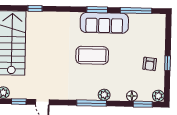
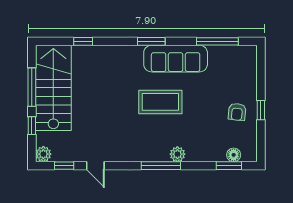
window: (97, 10) -> (151, 41), moved
floor lamp: (132, 96) -> (234, 155), moved
plant: (158, 96) -> (249, 154), removed

